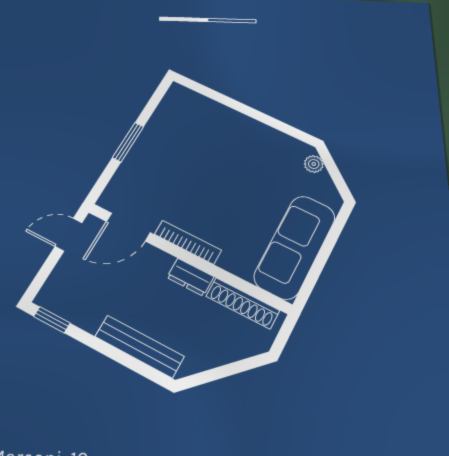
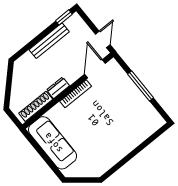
window: (128, 142) -> (141, 86), width x1.44
plant: (314, 164) -> (91, 172), removed
bench: (139, 346) -> (49, 41), moved

